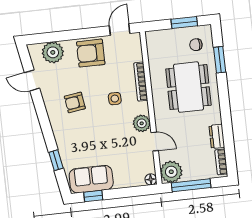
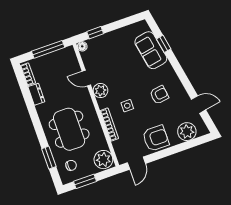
plant: (171, 172) -> (103, 160), moved
sofa: (91, 179) -> (151, 50), moved, turned 80
window: (93, 196) -> (95, 33), moved

